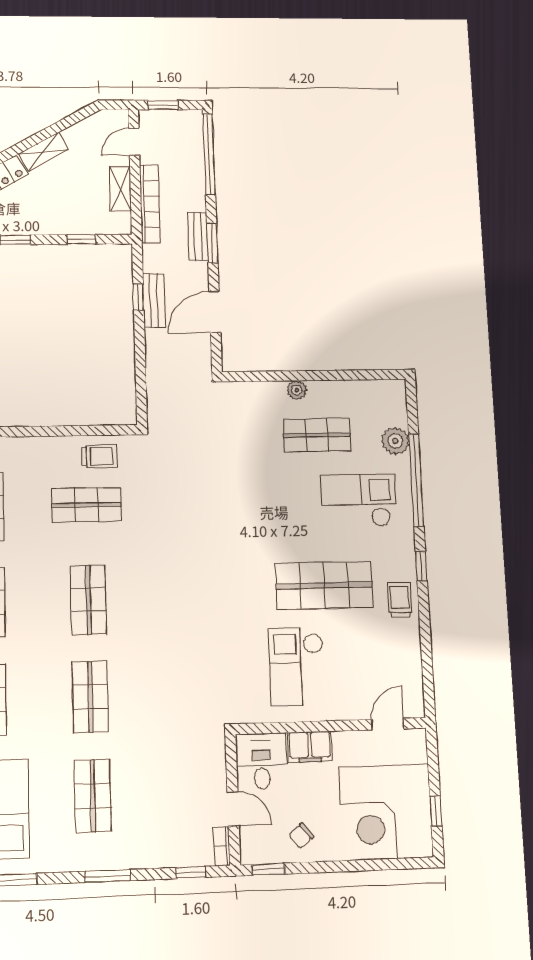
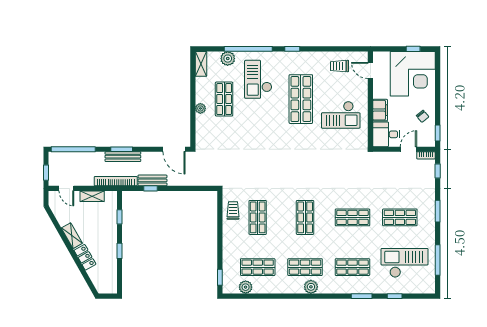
bookcase: (150, 204) -> (116, 181), moved
bench: (198, 236) -> (123, 157), width x1.36
door: (215, 312) -> (174, 149), moved
shelving: (382, 390) -> (201, 64), added
shop shelf: (88, 600) -> (305, 217), turned 90
trolley: (400, 600) -> (339, 66), moved

